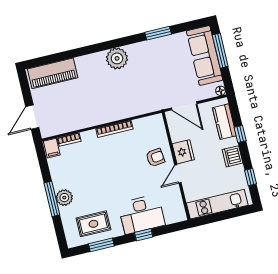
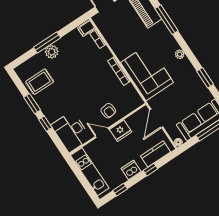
window: (76, 53) -> (166, 20), added
plant: (117, 58) -> (180, 54), width x0.53, depth x0.53
corner sofa: (128, 97) -> (147, 72), added
desk: (142, 214) -> (71, 132), moved
rug: (93, 224) -> (40, 82), turned 90
window: (101, 245) -> (32, 104), moved

